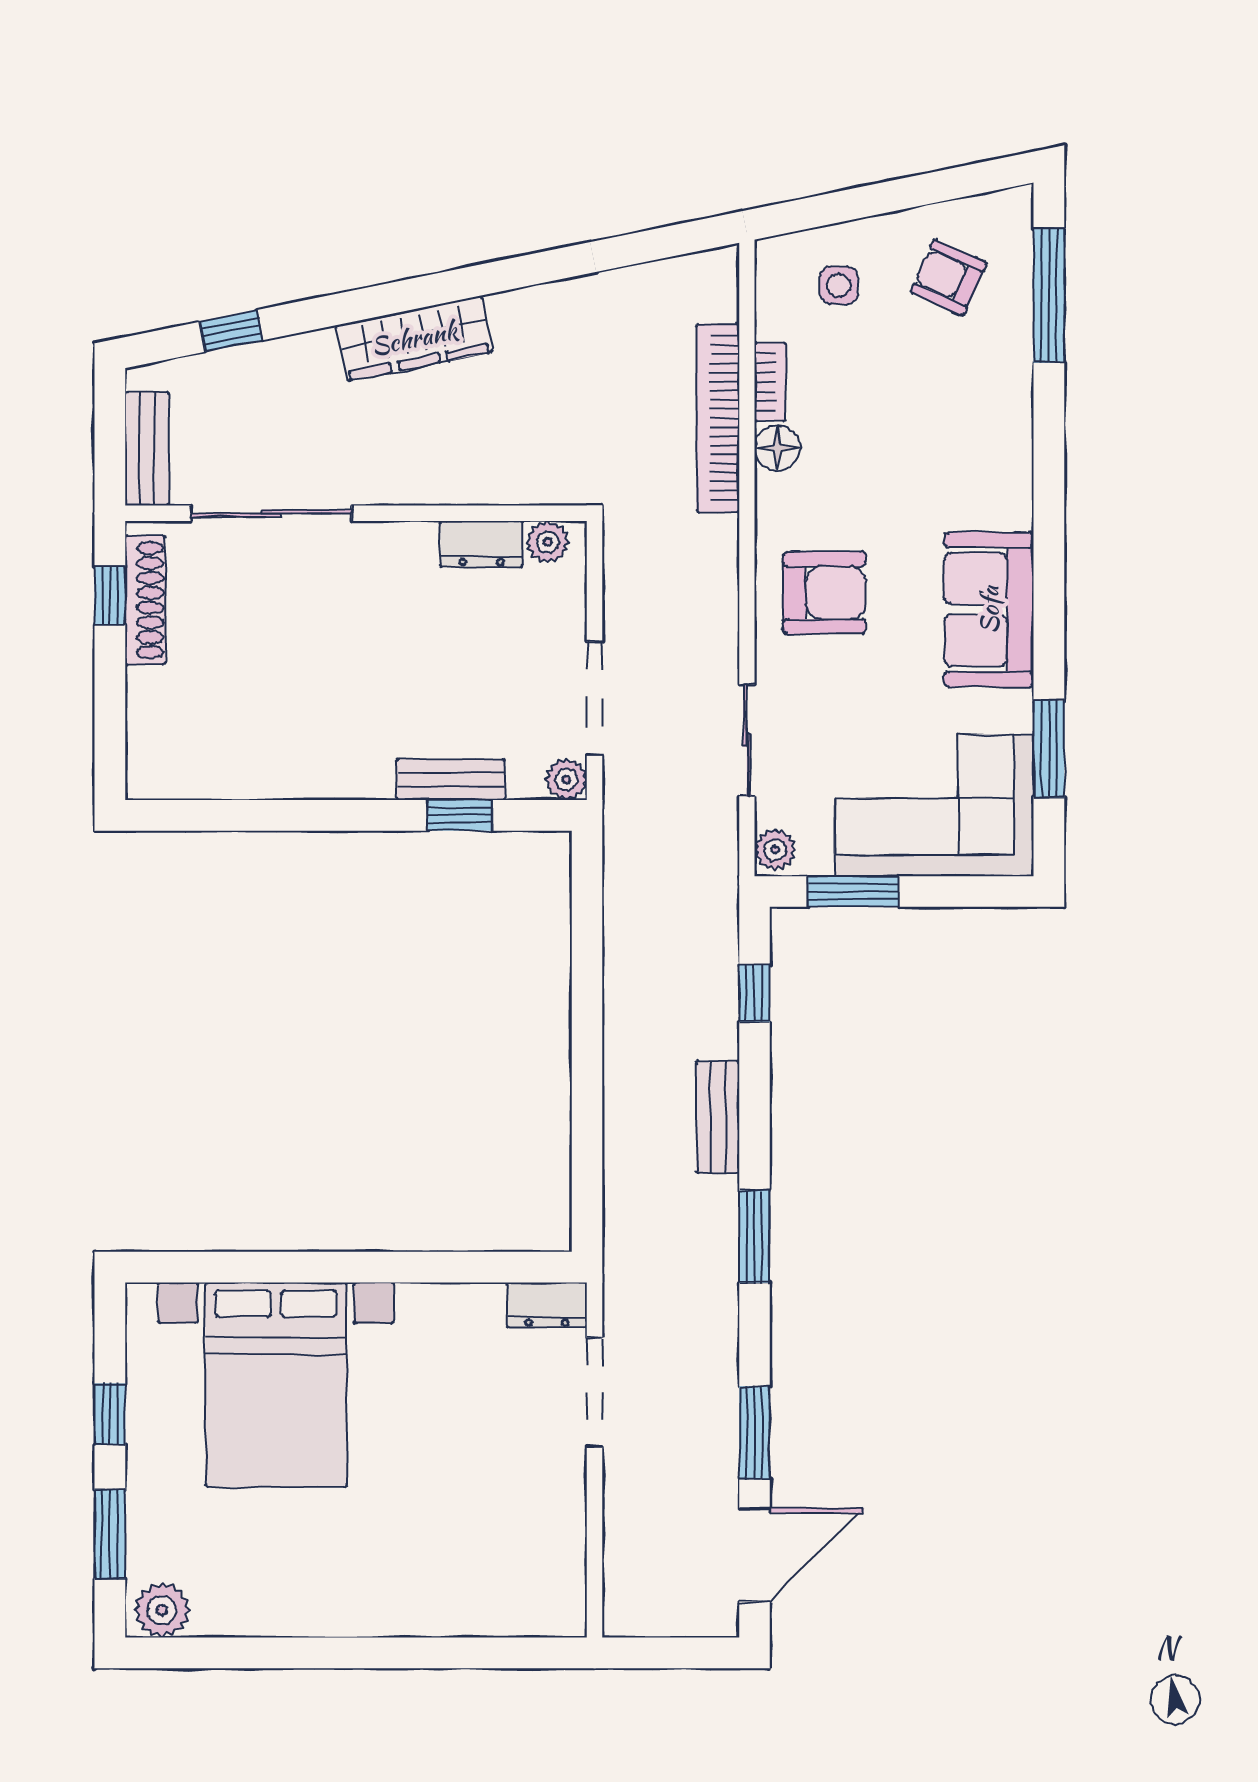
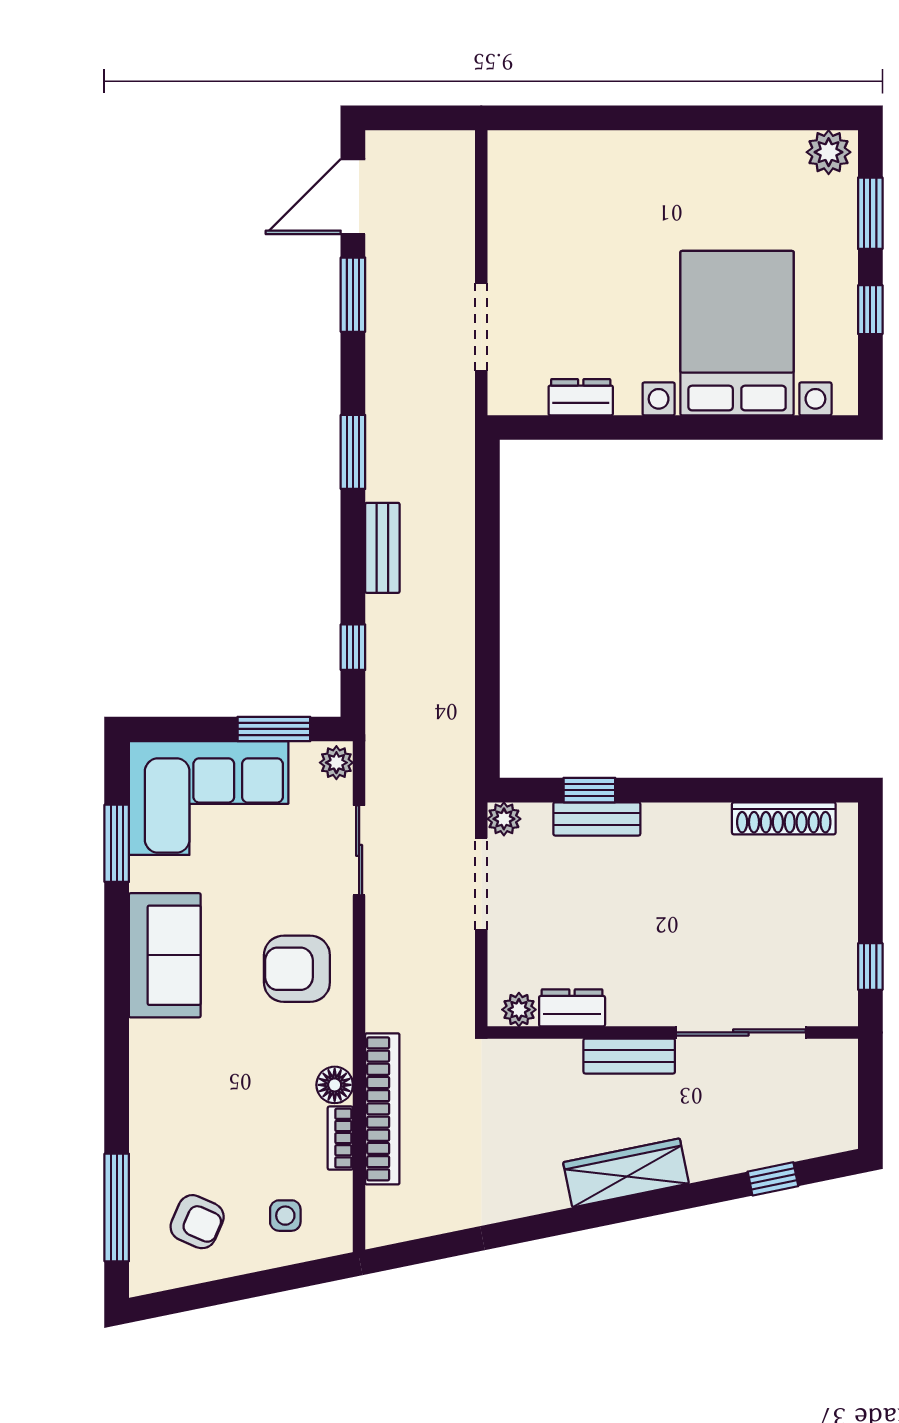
bench: (147, 449) -> (629, 1056), moved, turned 90
shoe rack: (145, 600) -> (784, 818), moved, turned -90
dresser: (547, 1305) -> (581, 397), moved

